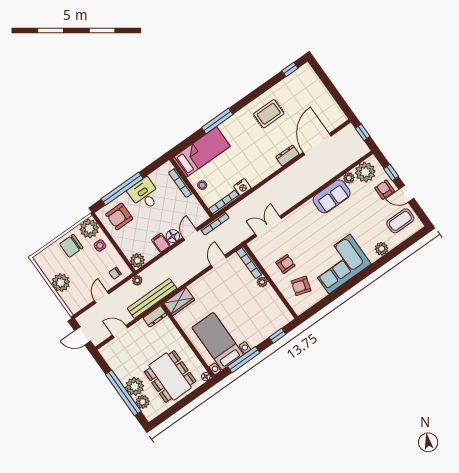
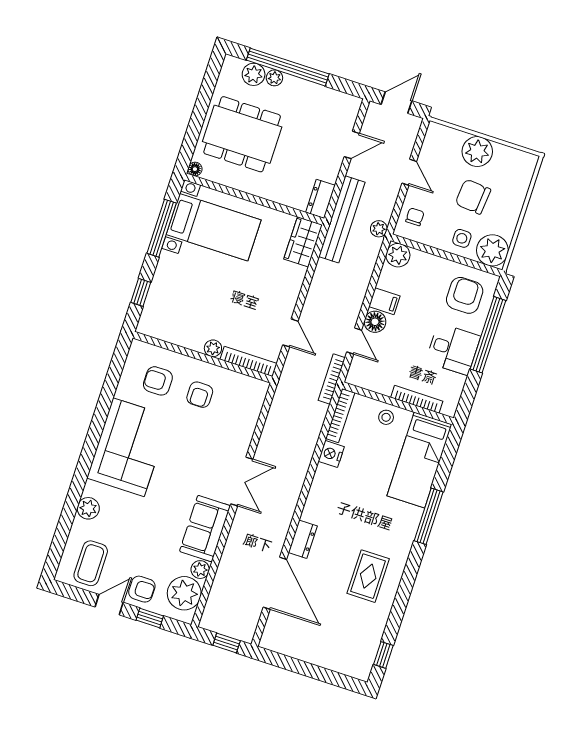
double door: (268, 226) -> (242, 482), moved
chair: (71, 246) -> (473, 197), moved, turned -85
armchair: (301, 286) -> (158, 381), turned -107
plant: (135, 386) -> (274, 78), width x0.53, depth x0.53

